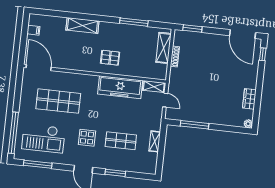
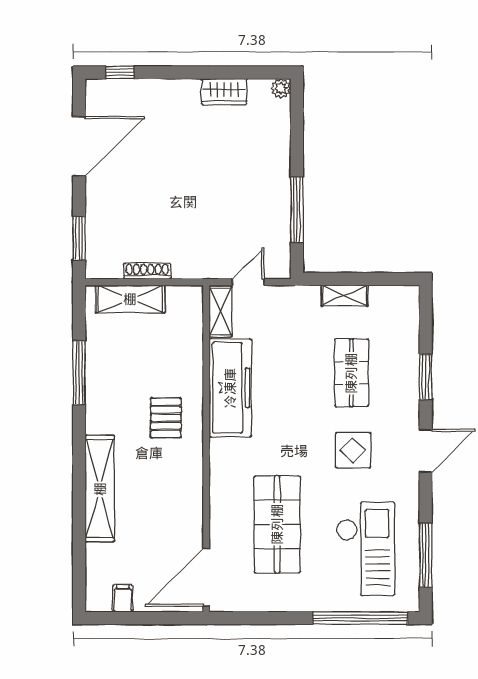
shelving: (82, 25) -> (100, 489), width x1.47
door: (243, 34) -> (79, 146), moved

